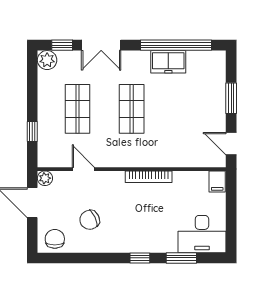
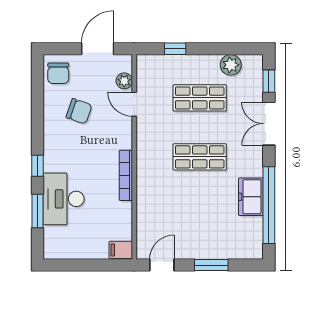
plant: (47, 60) -> (231, 65), moved
door: (83, 169) -> (134, 104), swing flipped
plant: (45, 178) -> (124, 81), moved
chair: (90, 220) -> (79, 111), turned 134
desk: (202, 234) -> (64, 199), moved
chair: (55, 239) -> (58, 73), turned 90

